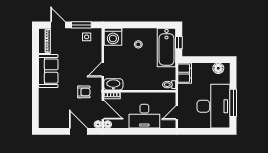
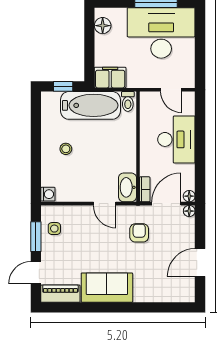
washing machine: (113, 37) -> (48, 194), width x0.53, depth x0.53
bathtub: (167, 48) -> (91, 105), moved
door: (78, 131) -> (200, 263), moved

